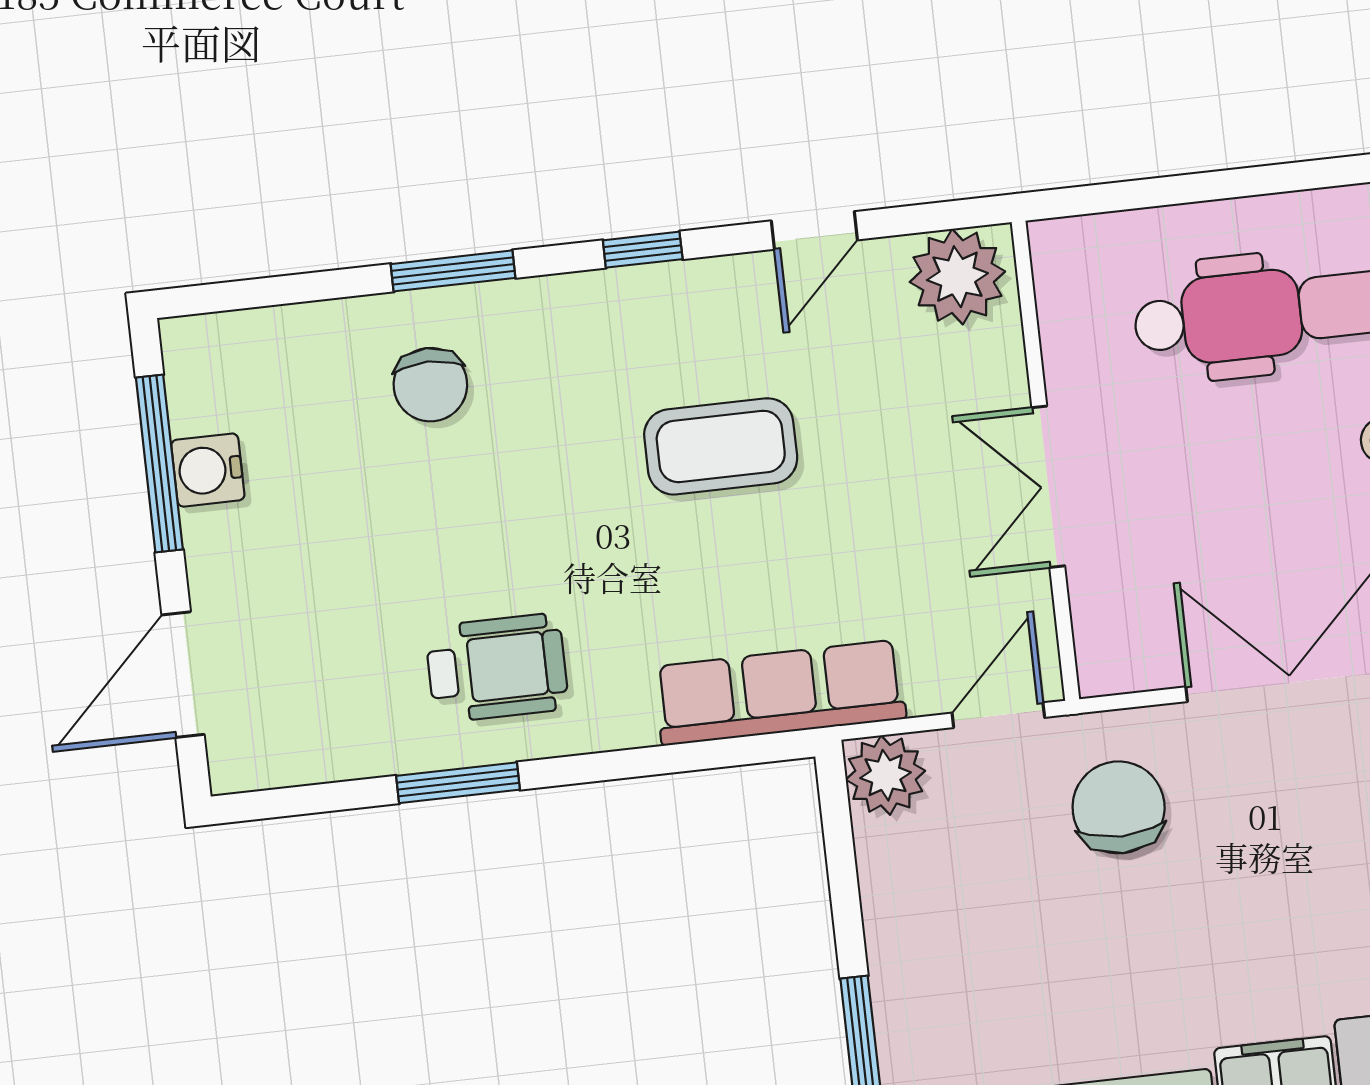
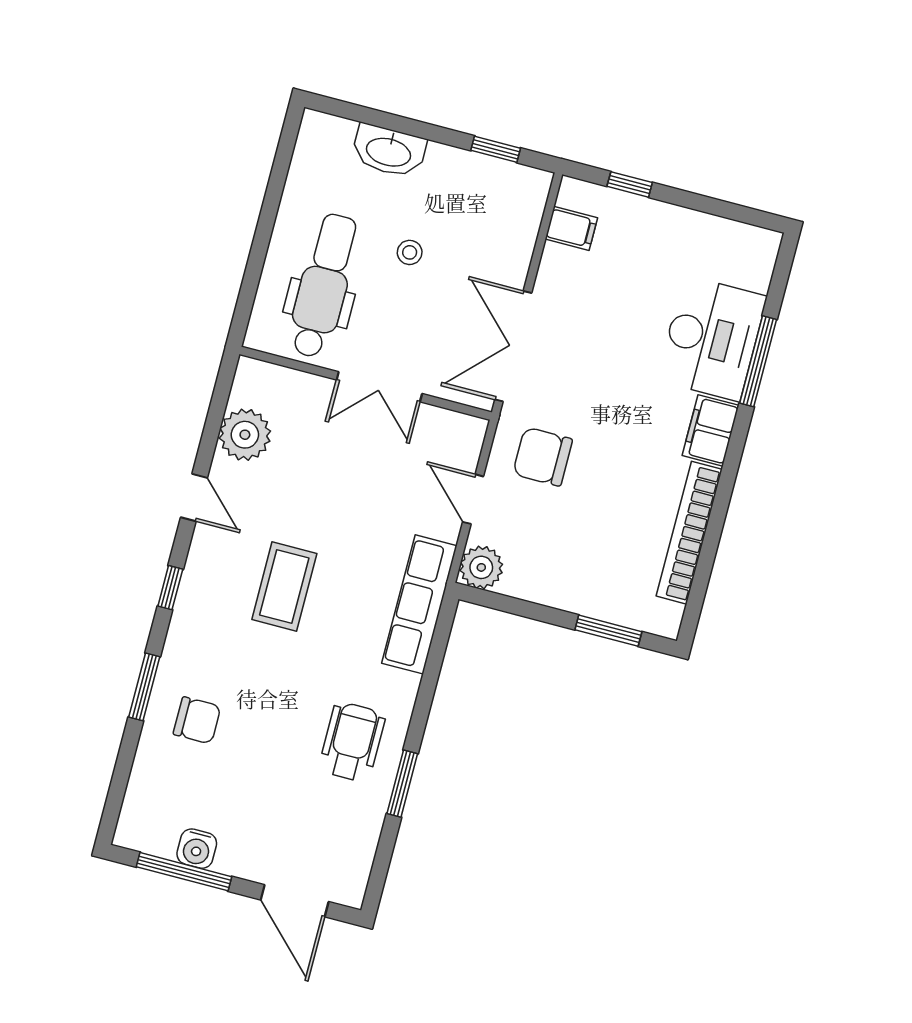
wall: (1045, 461) -> (366, 383), moved
double door: (1048, 487) -> (379, 387), moved

